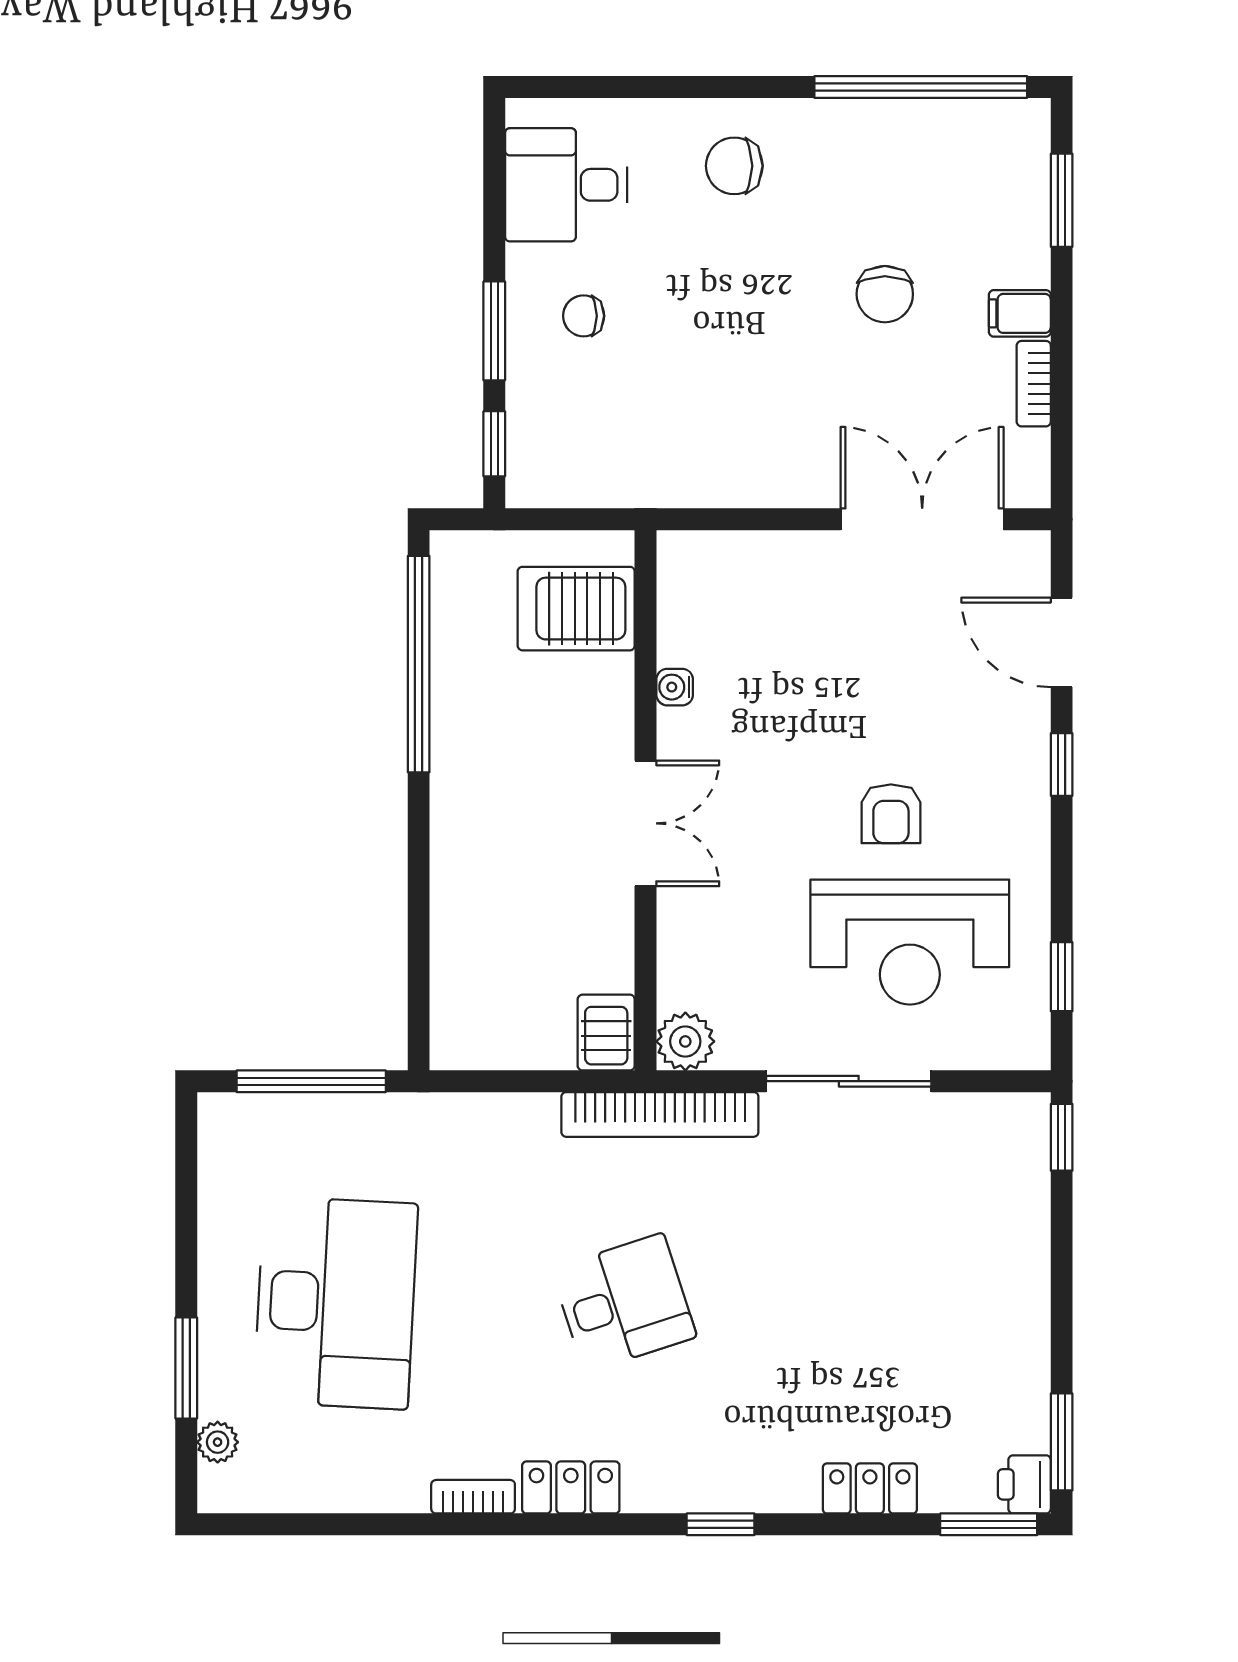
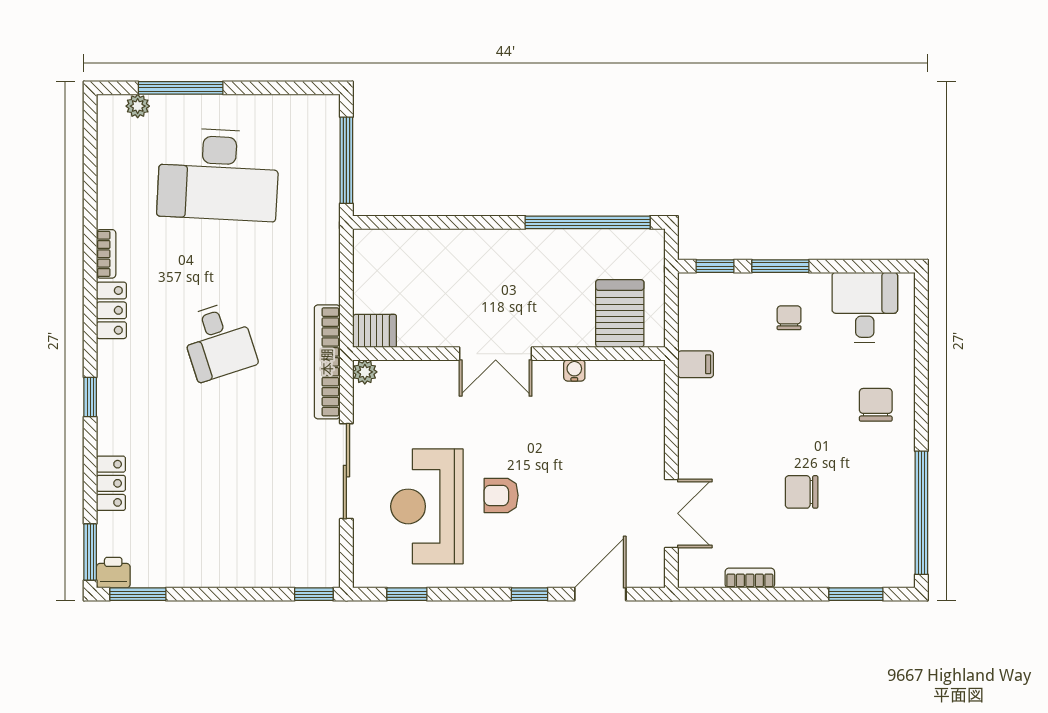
filing cabinet: (1020, 313) -> (696, 364), moved, turned 90
double door: (922, 519) -> (671, 513), width x0.73
plant: (685, 1041) -> (365, 372), width x0.73, depth x0.73
window: (186, 1368) -> (181, 88), width x1.44

